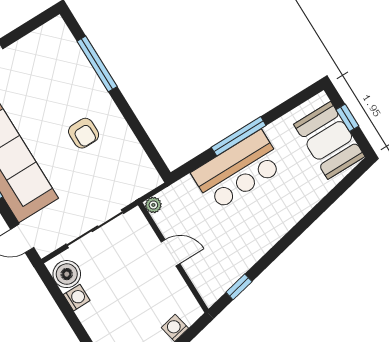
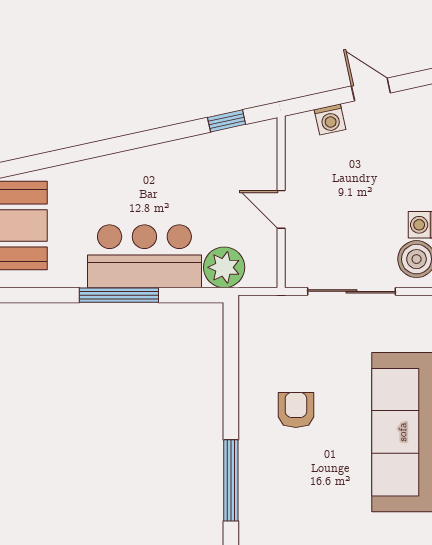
plant: (153, 205) -> (224, 267), moved, width x1.87, depth x1.87

